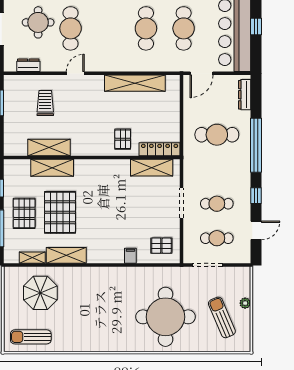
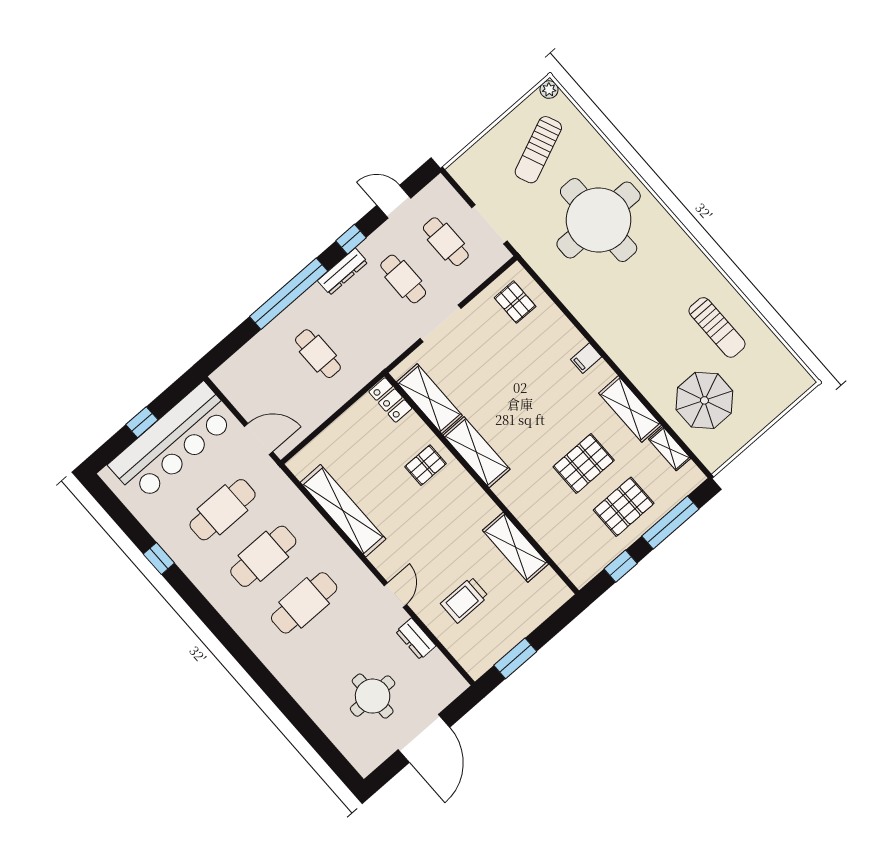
cafe table: (71, 28) -> (304, 603), moved
dresser: (28, 65) -> (416, 639), moved
door: (75, 73) -> (395, 595), swing flipped
dresser: (245, 95) -> (343, 271), moved
cafe table: (217, 135) -> (318, 354), width x0.73, depth x0.74
locker: (160, 149) -> (390, 400), width x0.66
shelving: (52, 168) -> (477, 452), moved
pallet: (60, 212) -> (584, 464), width x0.73, depth x0.71
filing cabinet: (130, 256) -> (586, 358), moved
plant: (245, 303) -> (549, 90), moved
sun lounger: (31, 337) -> (717, 327), moved

